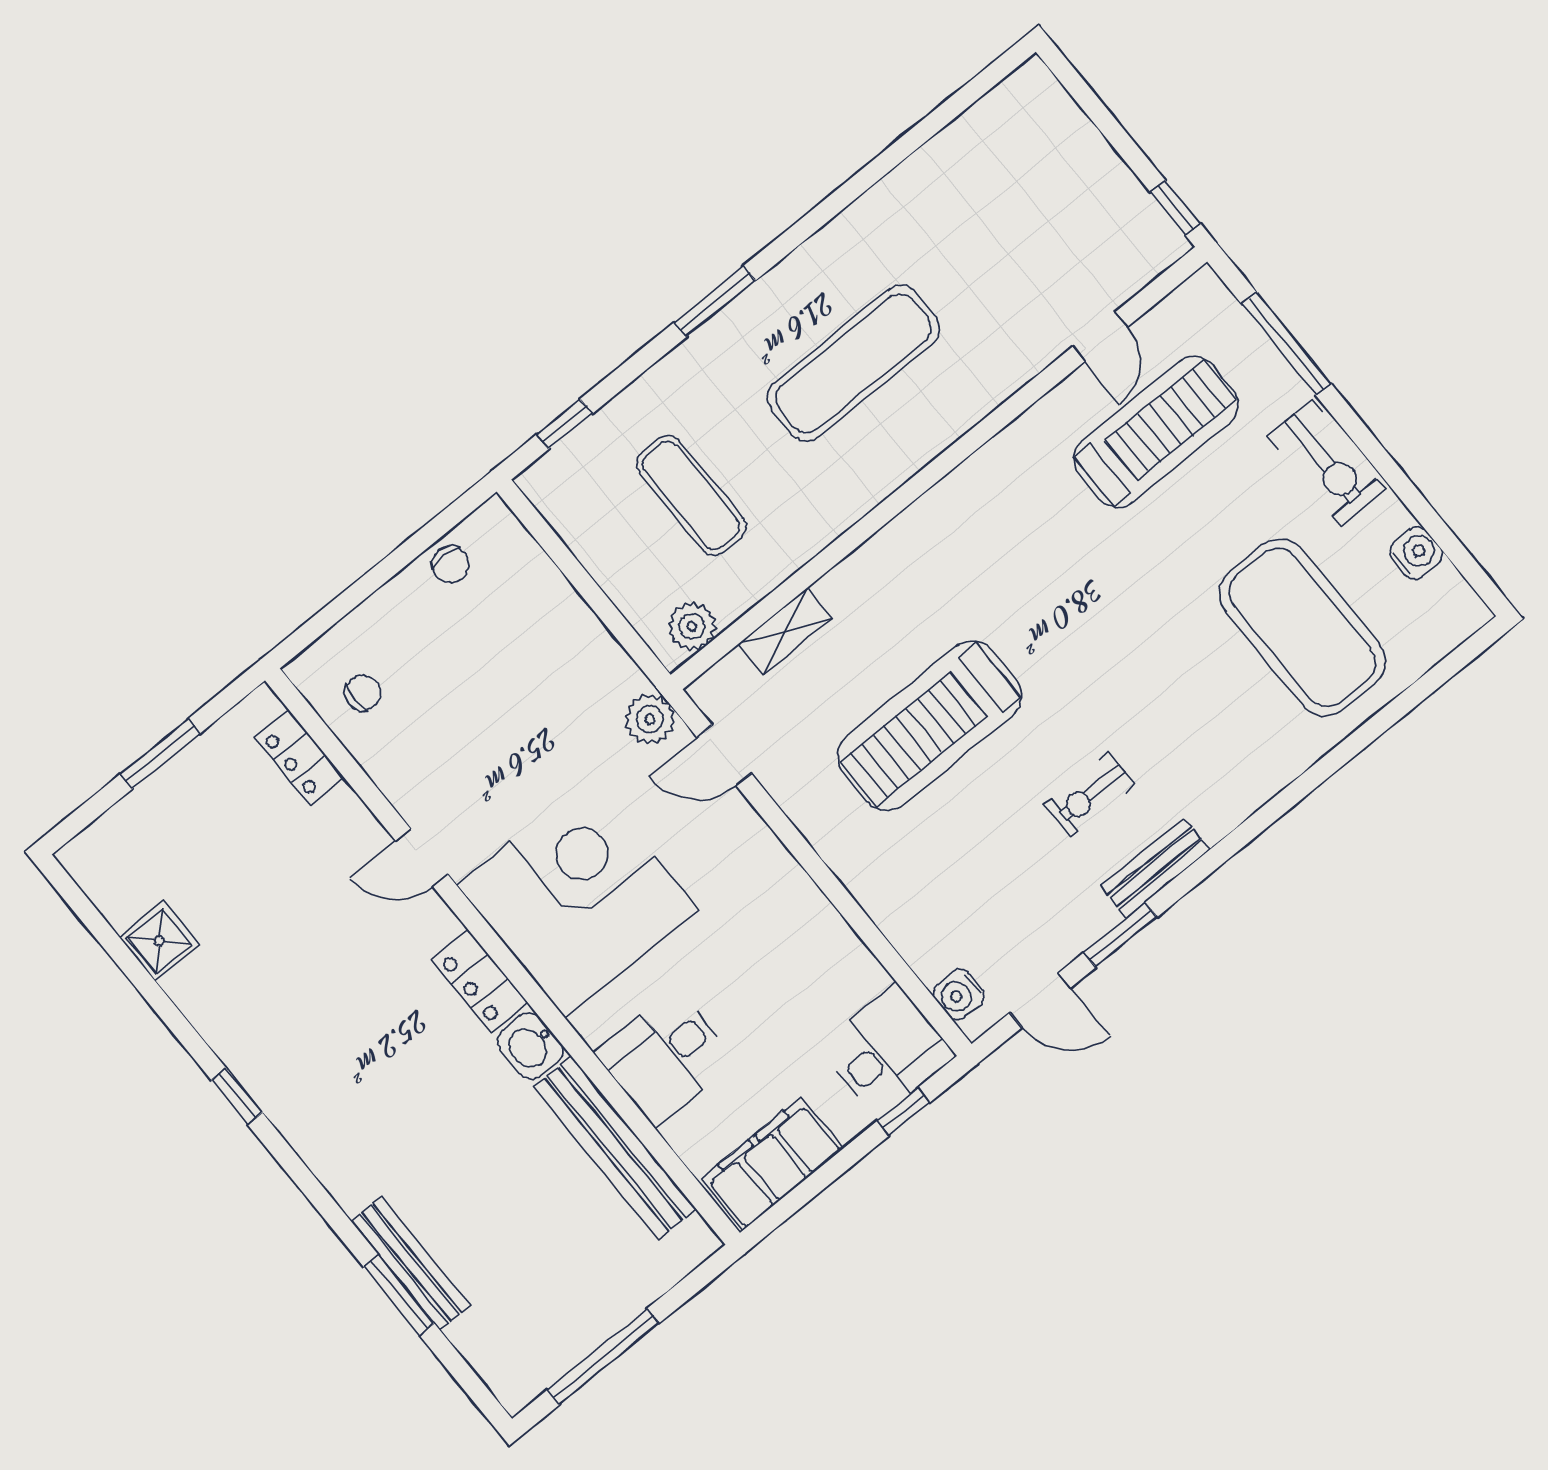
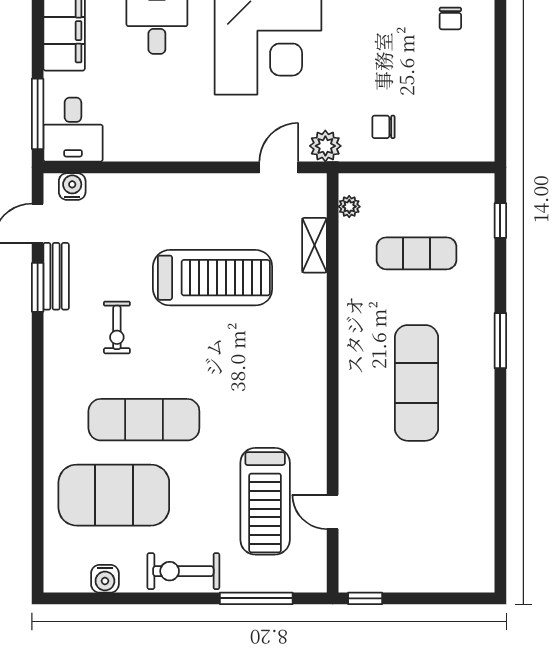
chair: (451, 564) -> (383, 127), moved
plant: (692, 626) -> (349, 207), width x0.73, depth x0.73
exercise mat: (1177, 667) -> (144, 420), added
treadmill: (930, 726) -> (213, 278), turned 90
exercise bike: (1090, 795) -> (117, 327), turned 180
bench: (1155, 868) -> (56, 276), moved
window: (903, 1112) -> (38, 114), width x2.17

